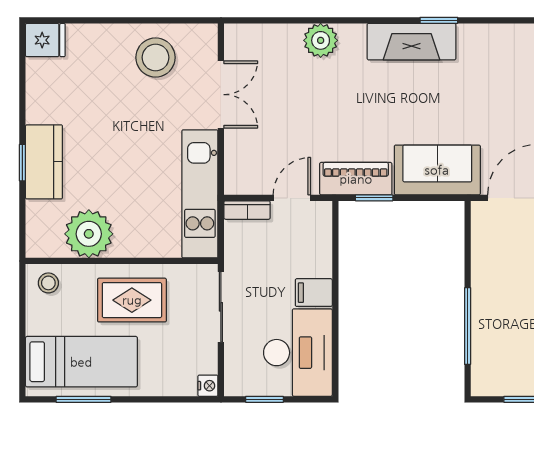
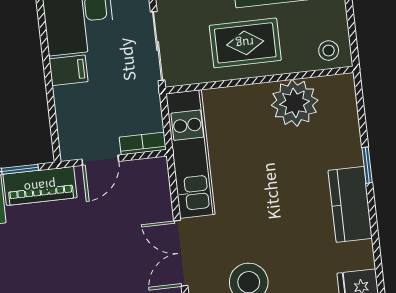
kitchen counter: (44, 162) -> (350, 204), moved

